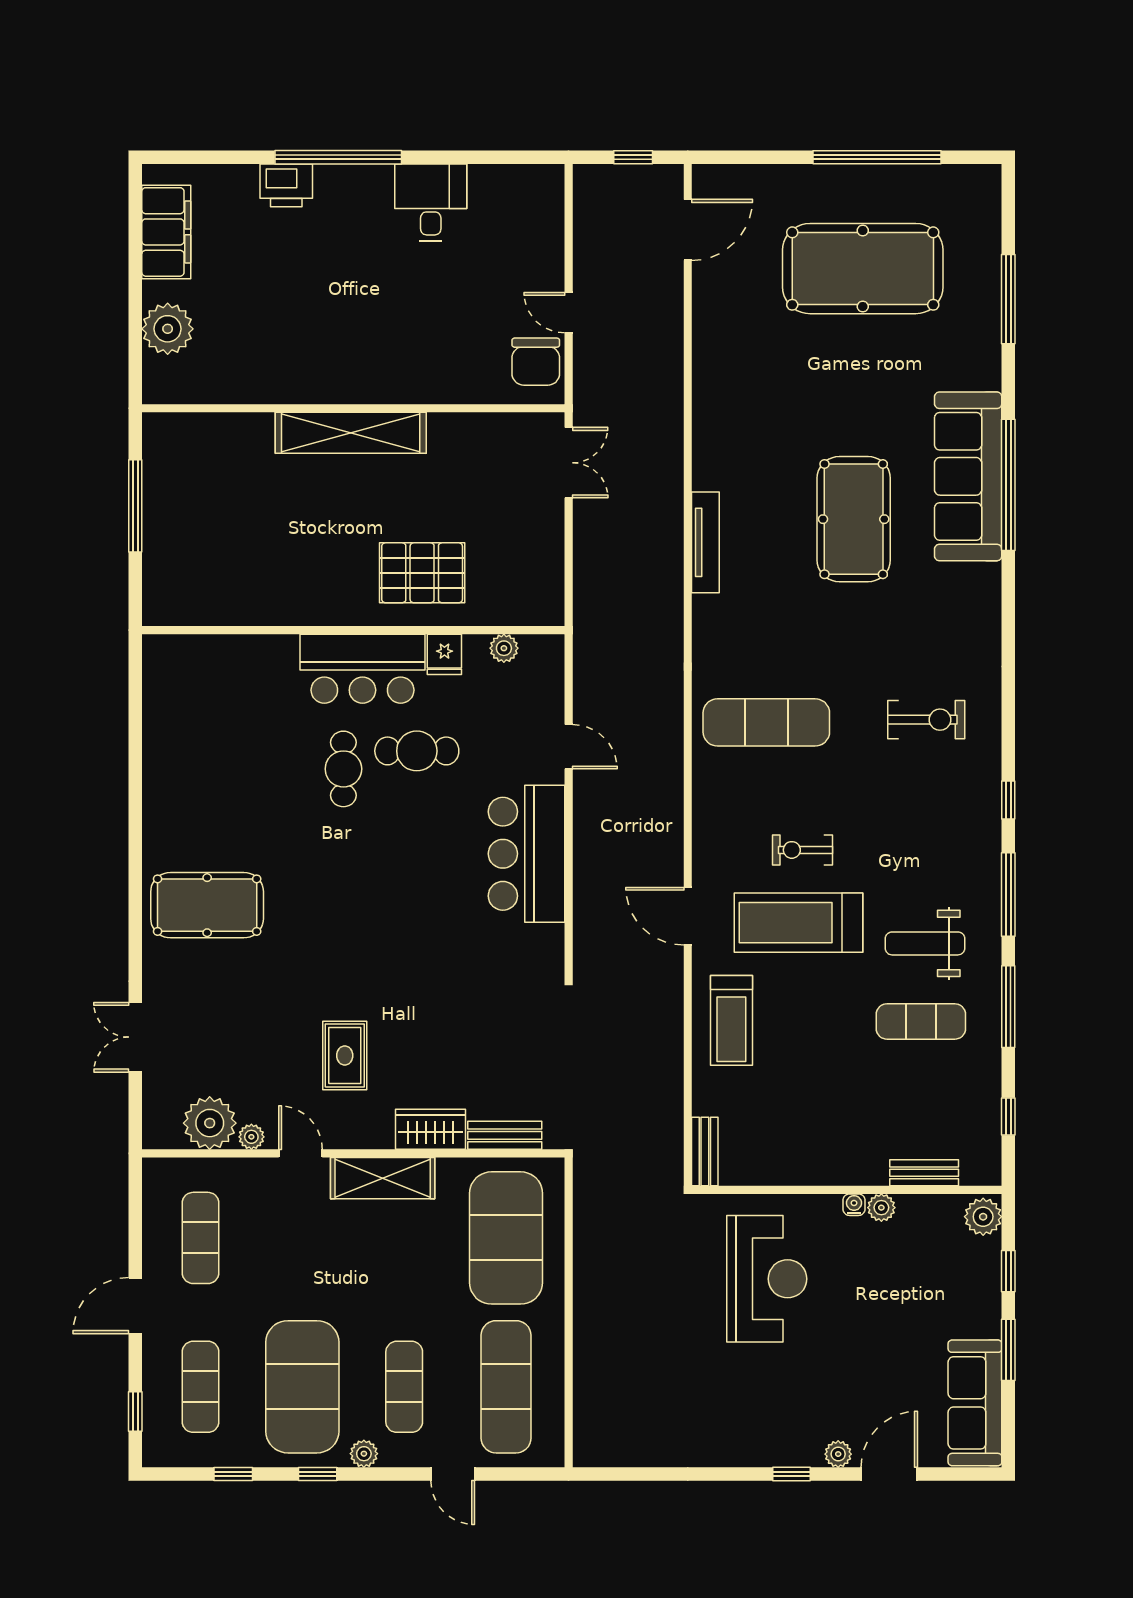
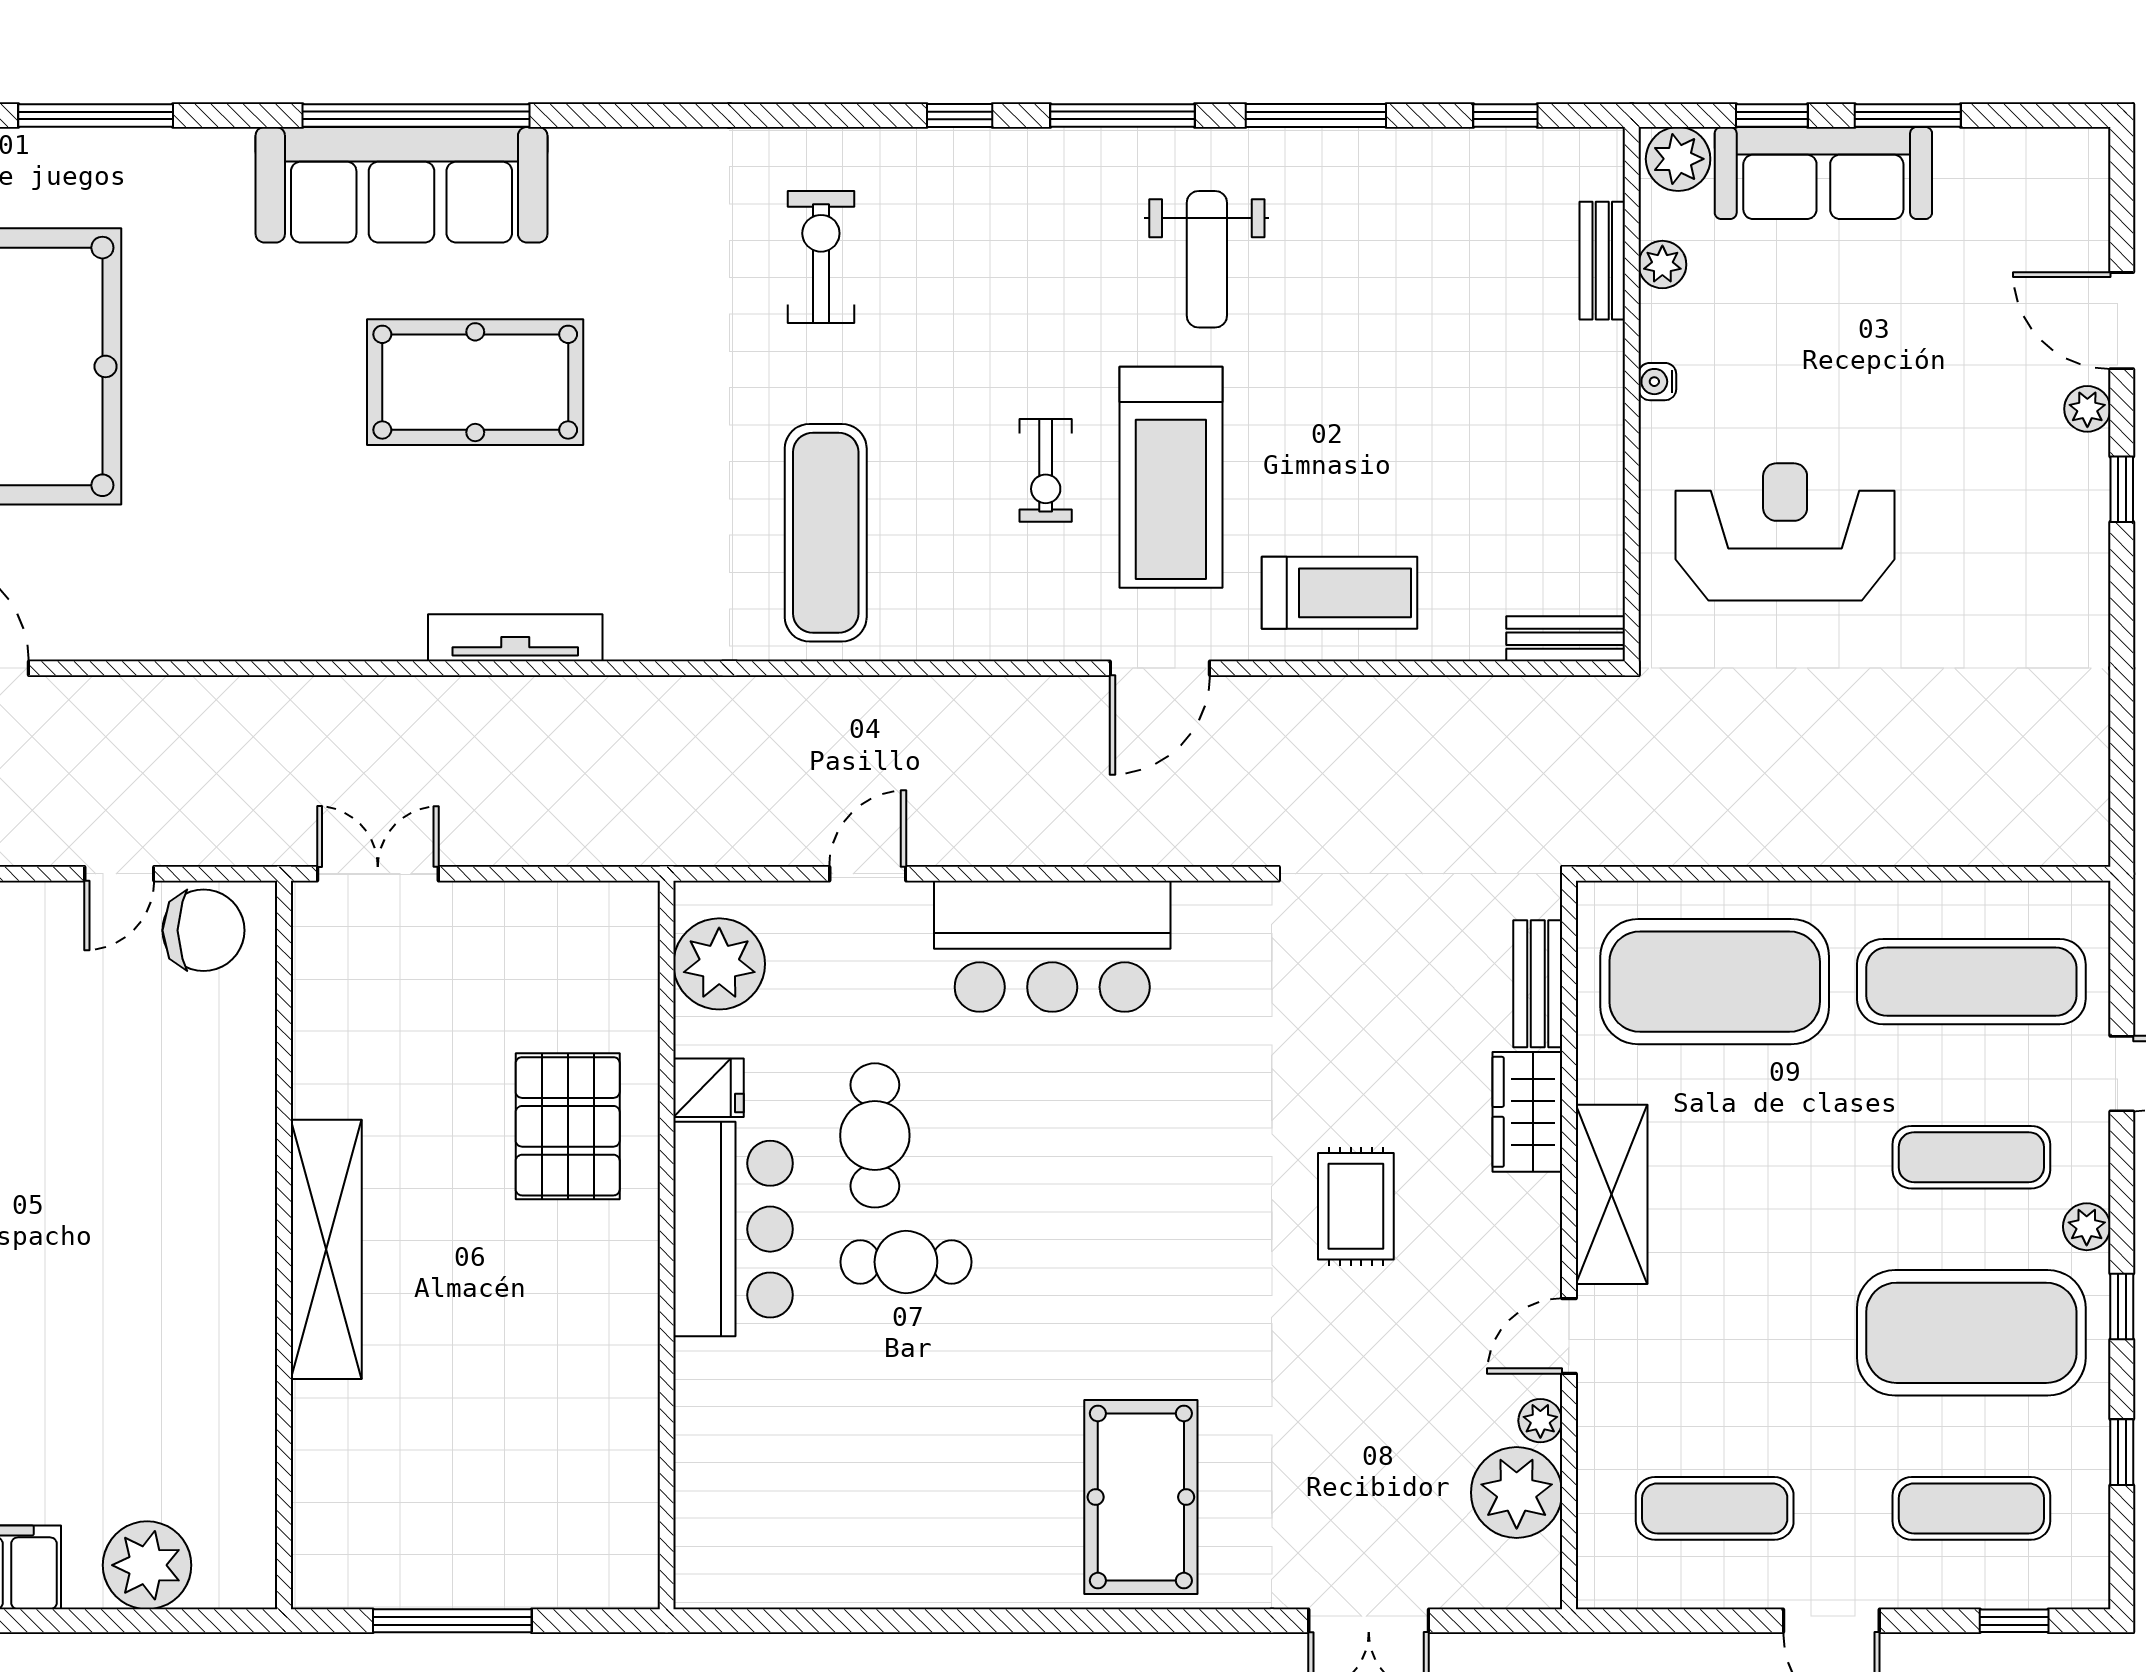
plant: (504, 648) -> (719, 964), width x1.87, depth x1.87
exercise mat: (921, 1021) -> (1341, 266), removed
rug: (345, 1055) -> (1356, 1206), moved, turned 90
plant: (881, 1208) -> (1662, 265), moved
sofa: (975, 1403) -> (1823, 173), moved

